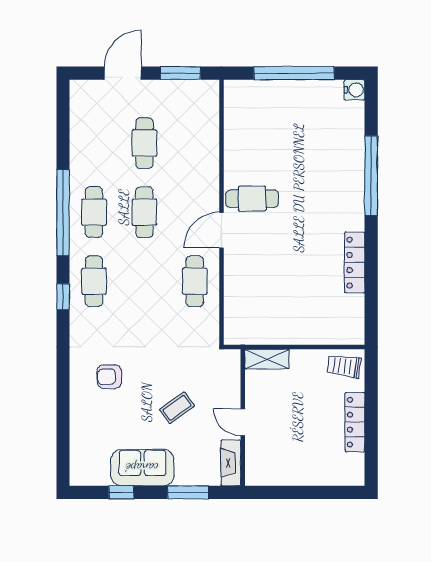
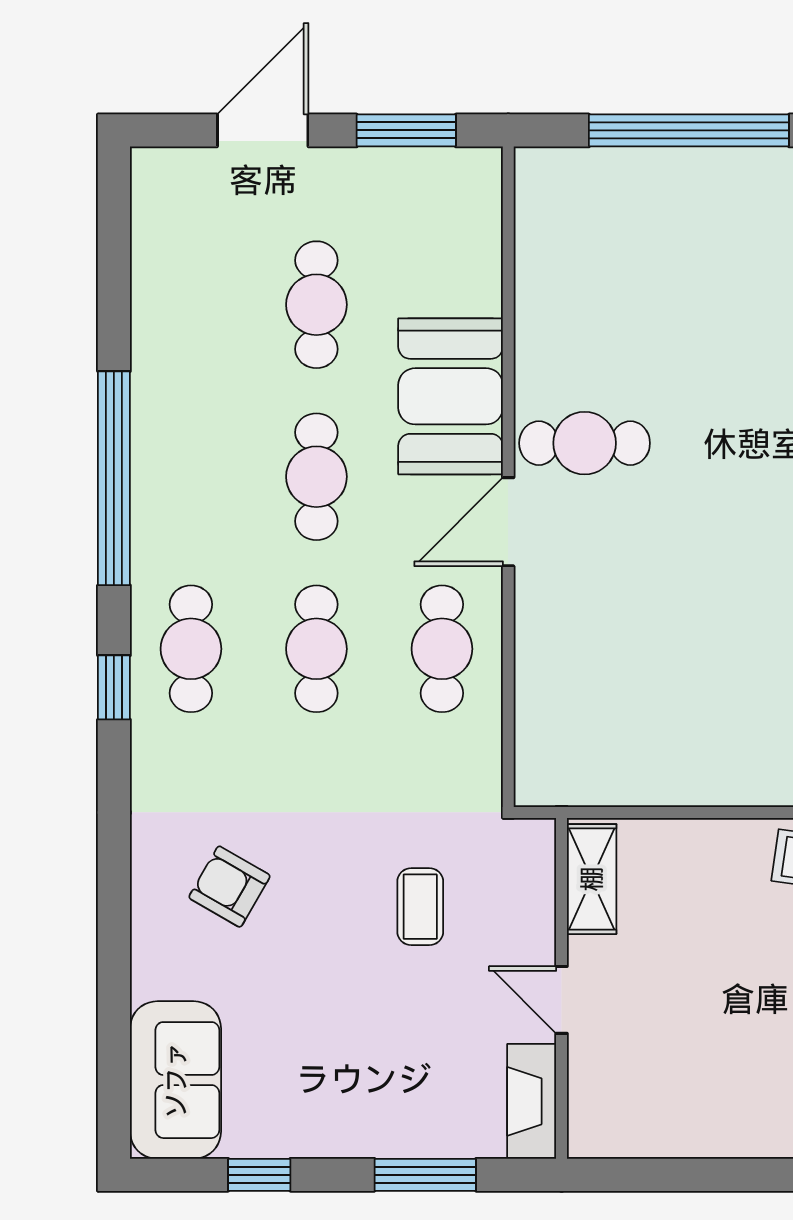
booth: (198, 180) -> (451, 396), added
cafe table: (94, 212) -> (316, 649), moved
shelving: (267, 359) -> (592, 879), moved, turned 90
armchair: (109, 377) -> (229, 887), turned 30
coffee table: (177, 408) -> (420, 907), moved, turned -54
sofa: (142, 468) -> (176, 1080), moved, turned 90

